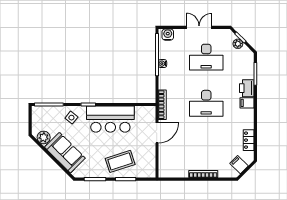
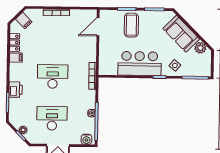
filing cabinet: (247, 103) -> (16, 58), moved
door: (157, 133) -> (98, 27), moved
coffee table: (120, 161) -> (131, 25), turned -72

